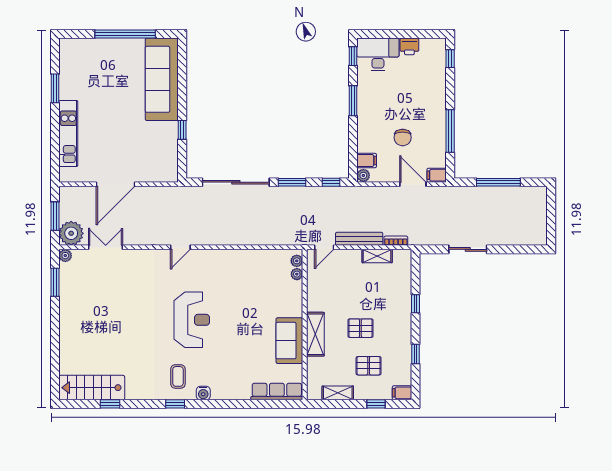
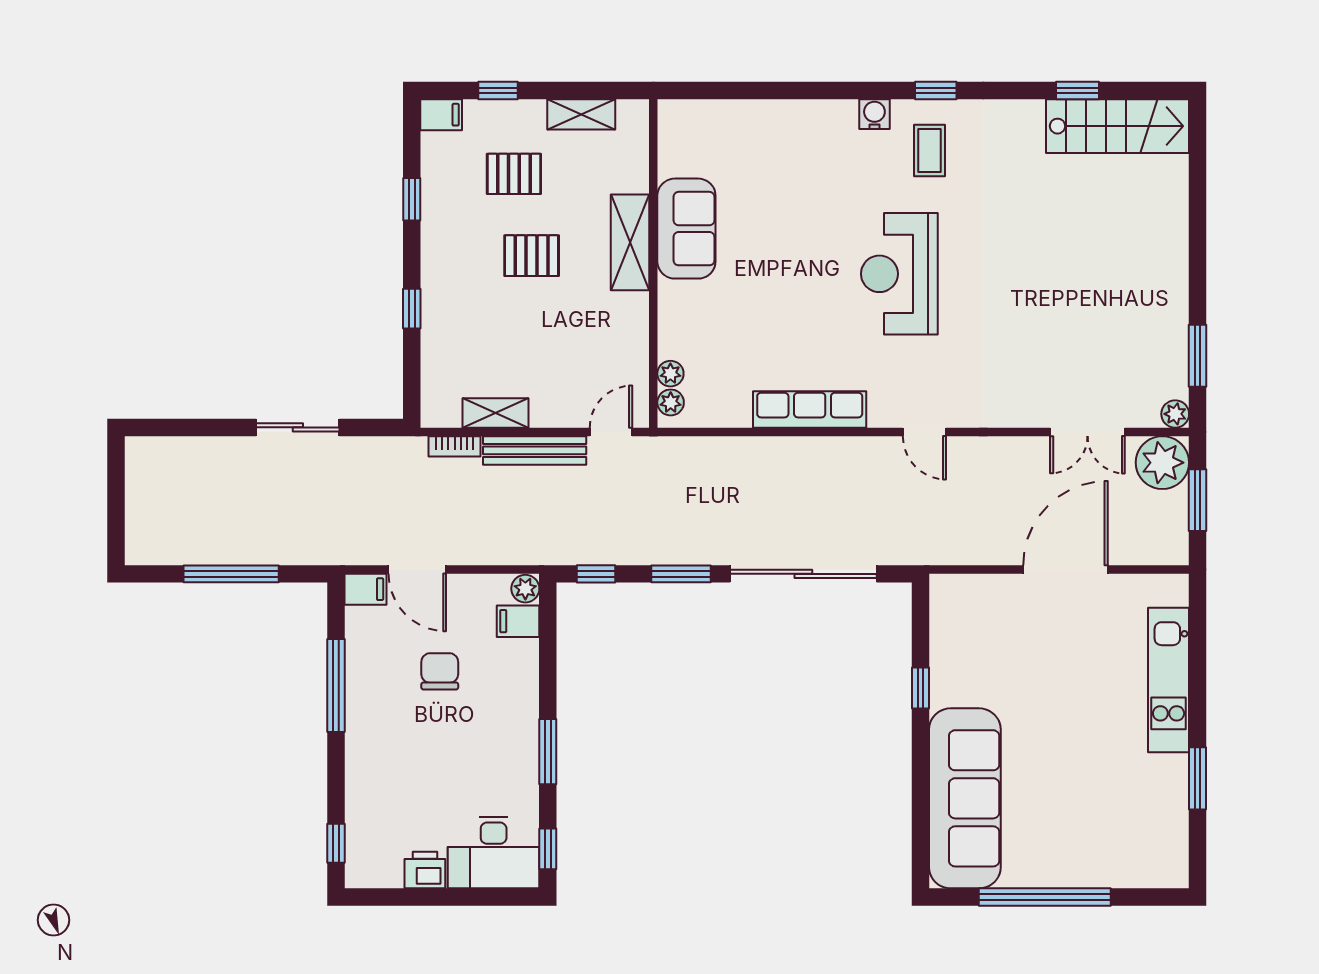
door: (180, 247) -> (924, 432), swing flipped
row of seats: (277, 392) -> (810, 409), moved, turned 180

